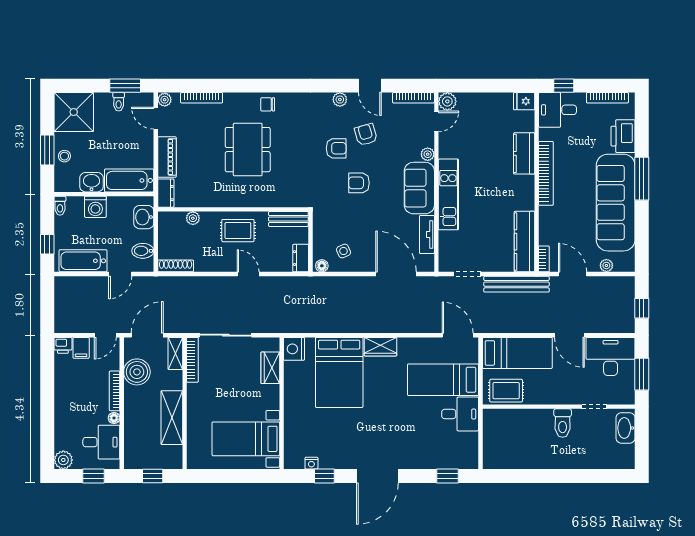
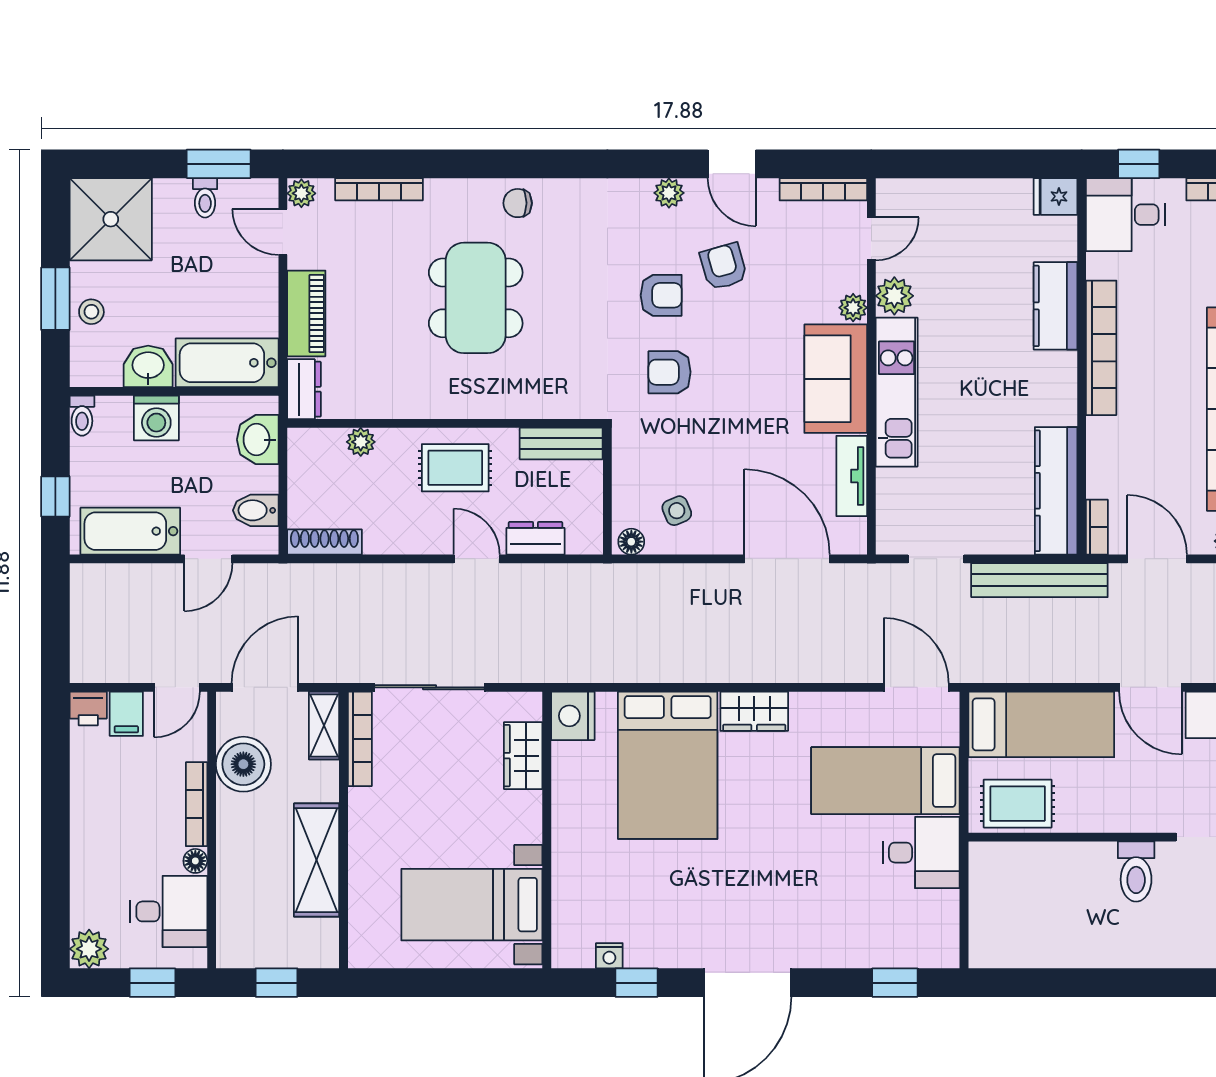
plant: (447, 101) -> (894, 296), moved
armchair: (359, 183) -> (670, 372), moved
dresser: (301, 258) -> (536, 538), moved, turned 90

